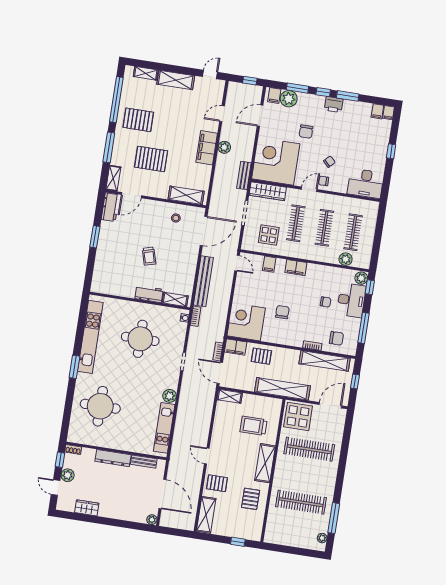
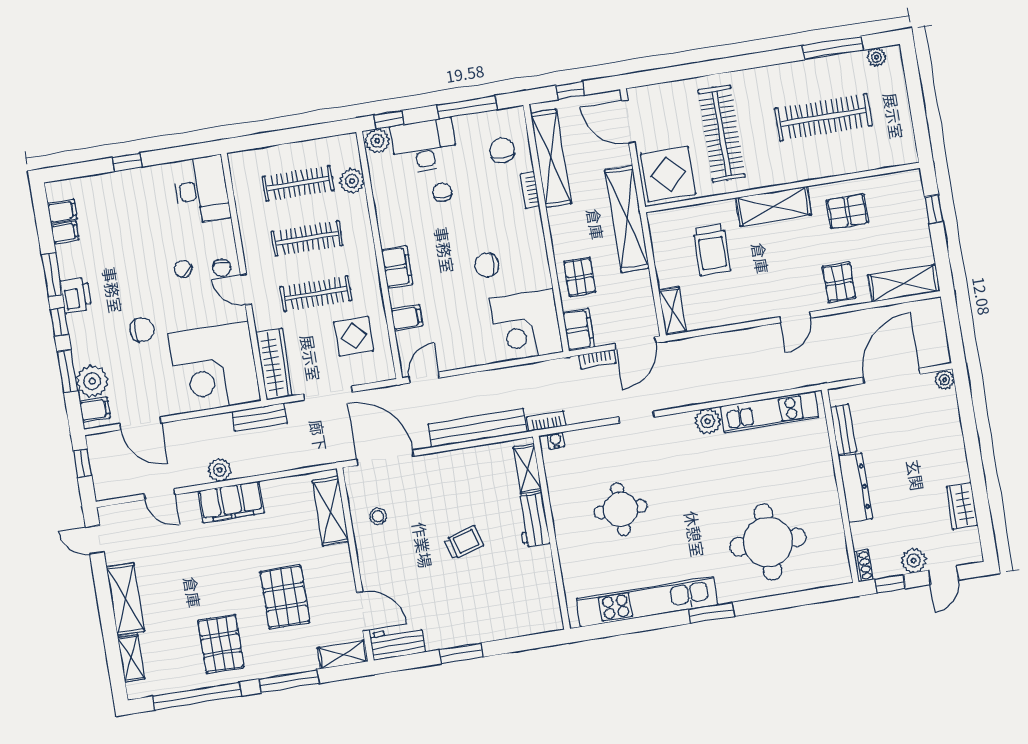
filing cabinet: (389, 113) -> (65, 233), moved
round table: (140, 339) -> (621, 509), width x0.73, depth x0.73
clothes rail: (301, 502) -> (823, 117), turned 90

